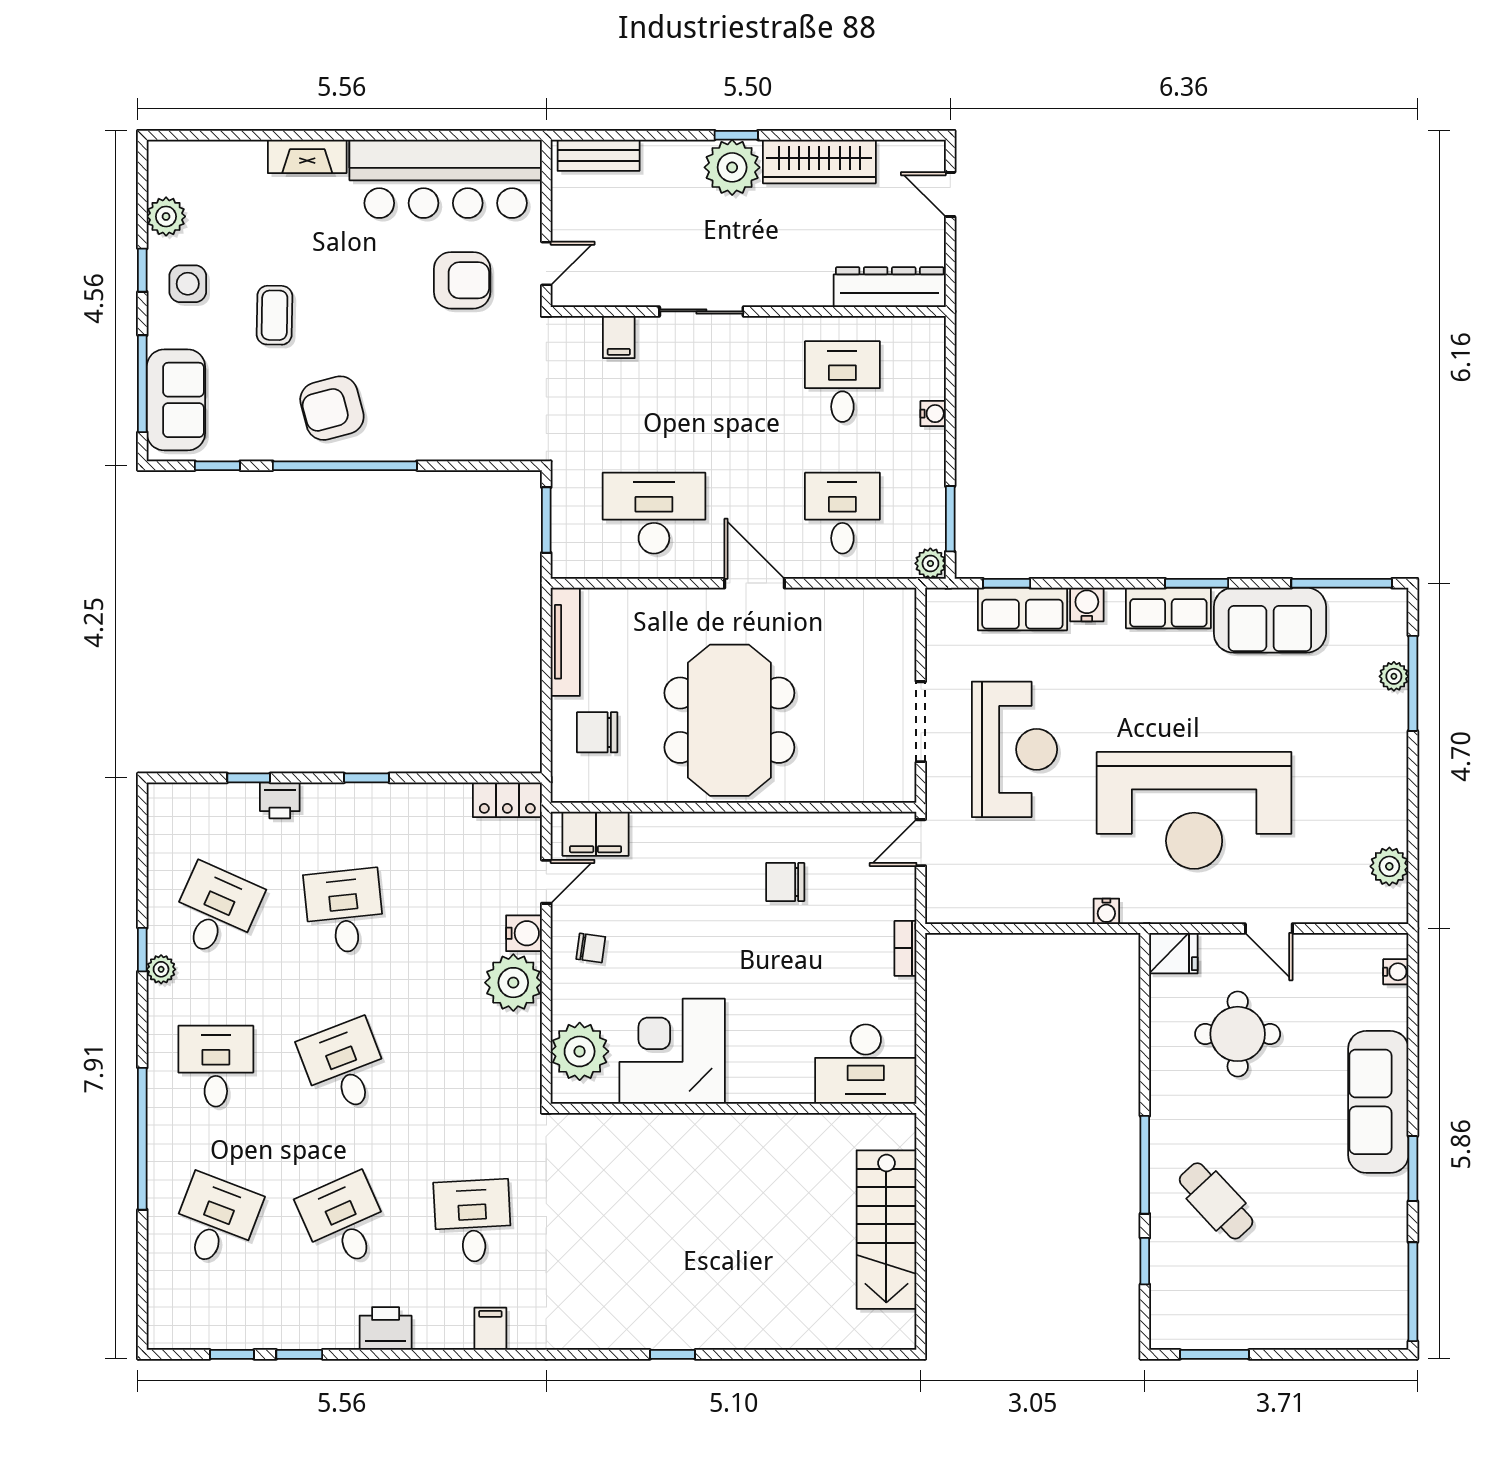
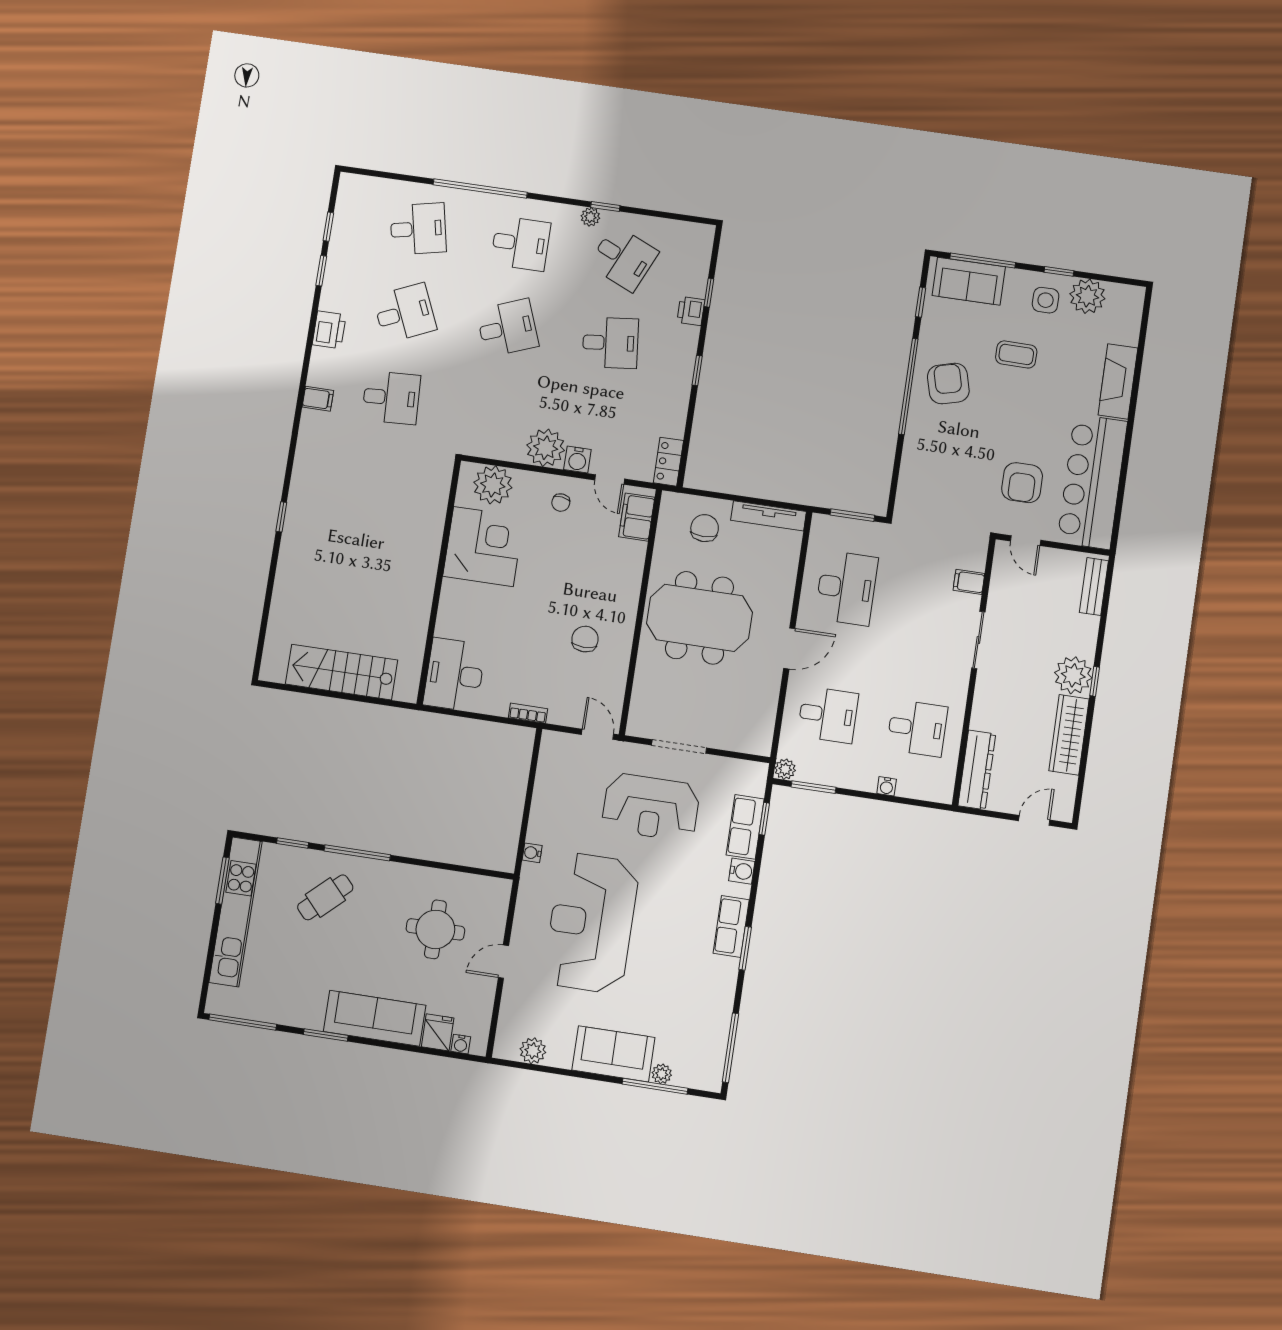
fireplace: (307, 156) -> (1118, 381), width x1.37, depth x1.32
plant: (166, 216) -> (1087, 296), width x1.36, depth x1.36
sofa: (1270, 620) -> (613, 1054), moved, turned 90
fridge: (1173, 953) -> (438, 1032), moved, turned 180
desk: (216, 1221) -> (418, 229), turned -33
kitchen unit: (1257, 1328) -> (236, 912), added

